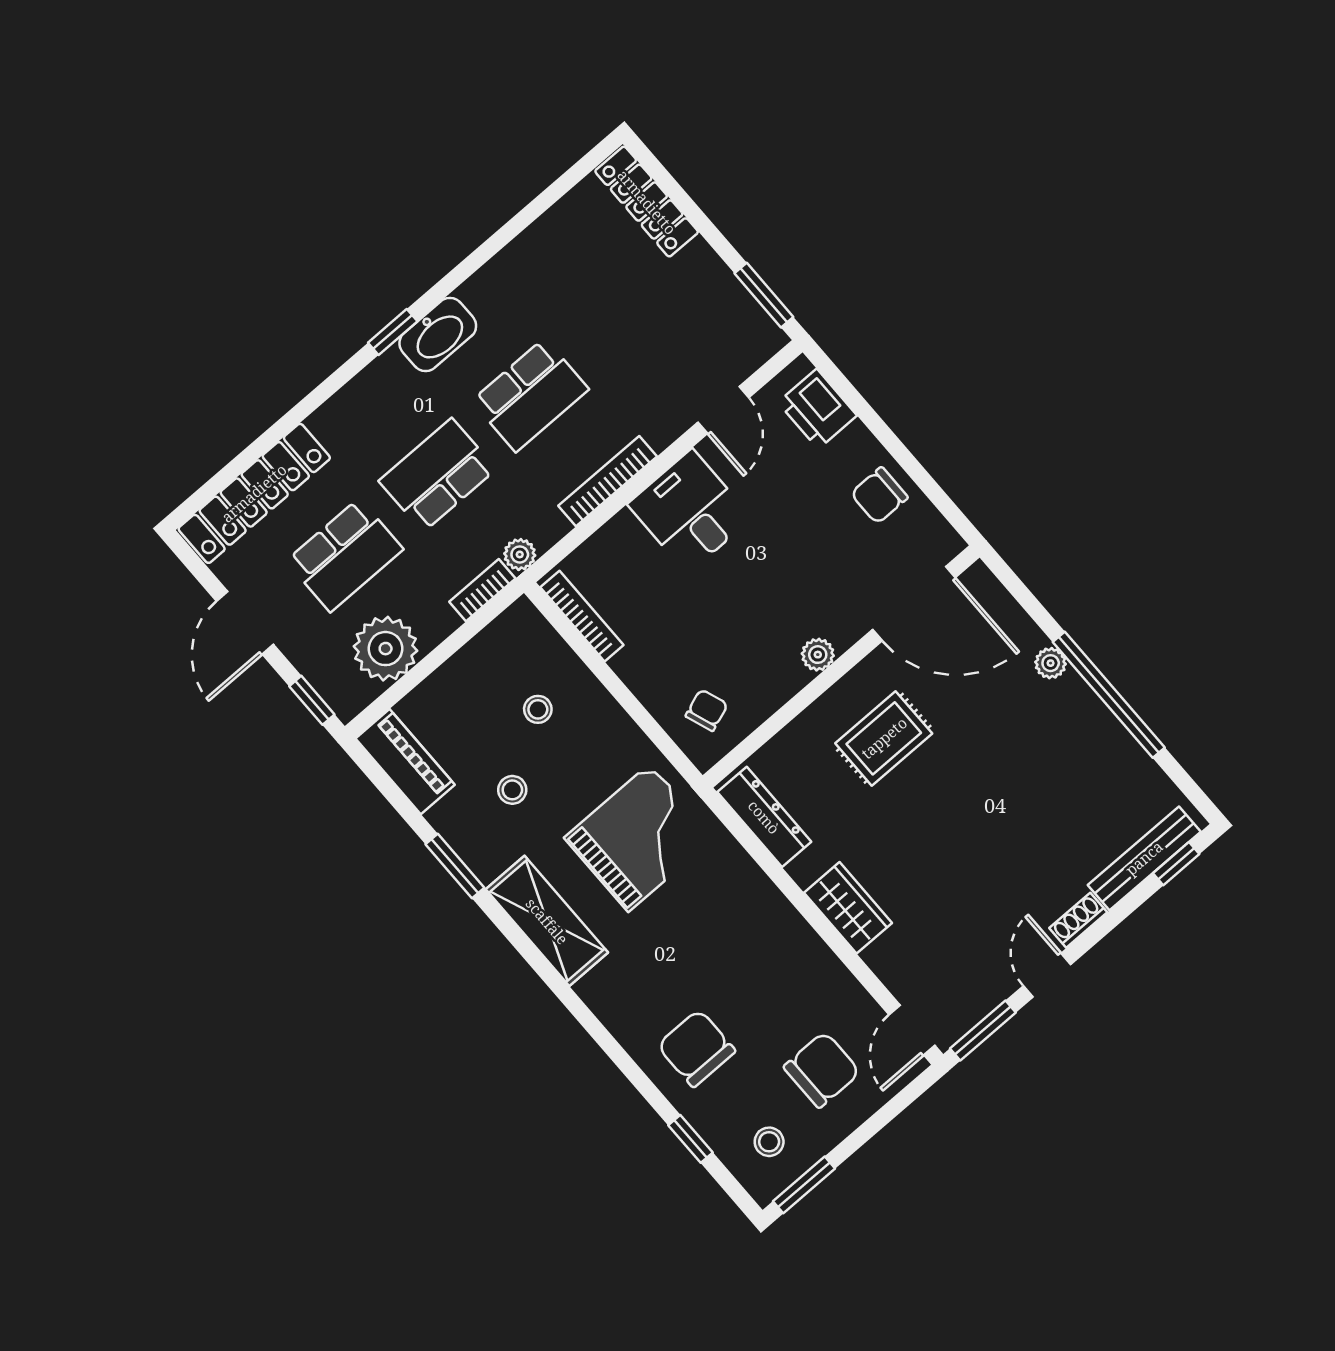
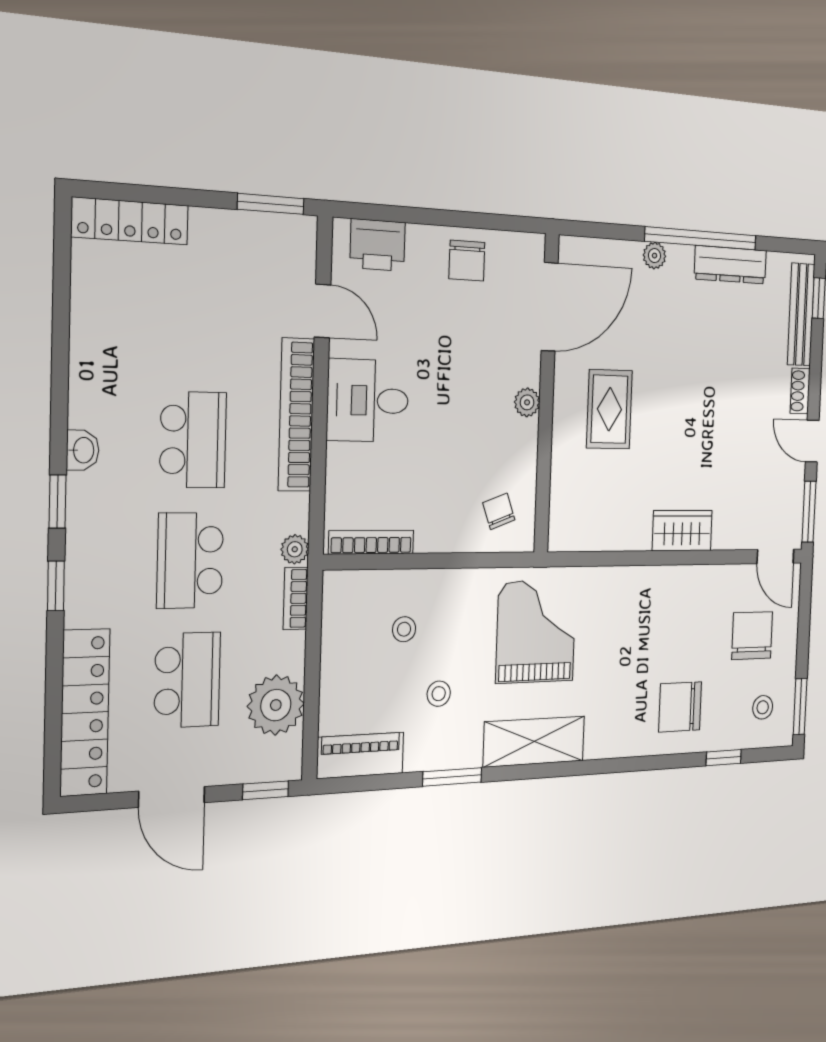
washbasin: (438, 334) -> (83, 450), width x0.52, depth x0.69
window: (330, 386) -> (56, 586), added
bookcase: (608, 481) -> (296, 415), width x1.48, depth x1.31
dresser: (764, 817) -> (730, 265), moved, turned 180

